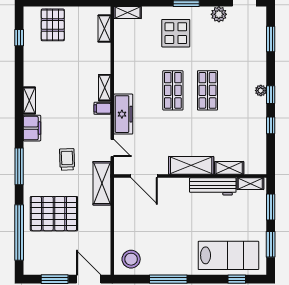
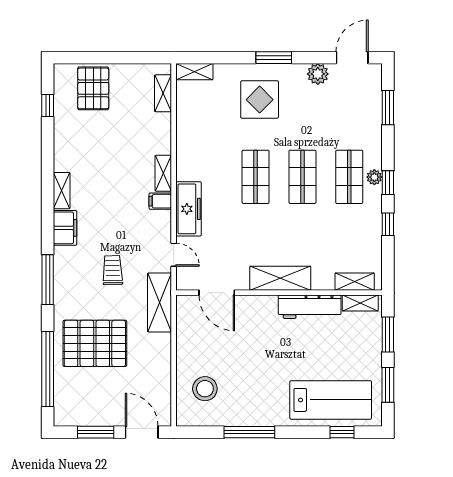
shop shelf: (242, 90) -> (349, 177), added
shelving: (229, 168) -> (355, 282), moved
stool: (131, 259) -> (205, 389), moved

